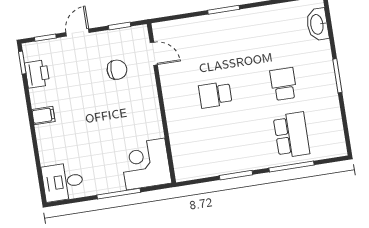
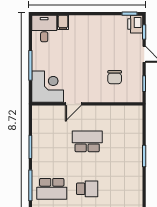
door: (154, 54) -> (73, 104), moved
printer: (37, 74) -> (135, 24), moved, turned 90
school desk: (215, 95) -> (87, 141), width x1.85
filing cabinet: (43, 116) -> (63, 22), moved

